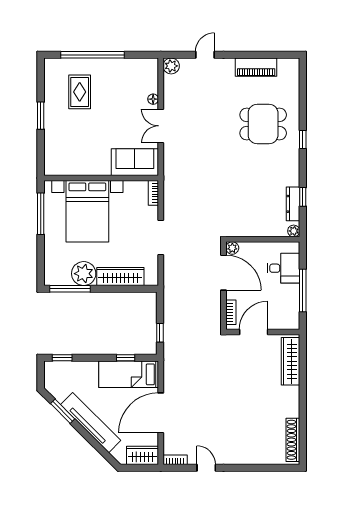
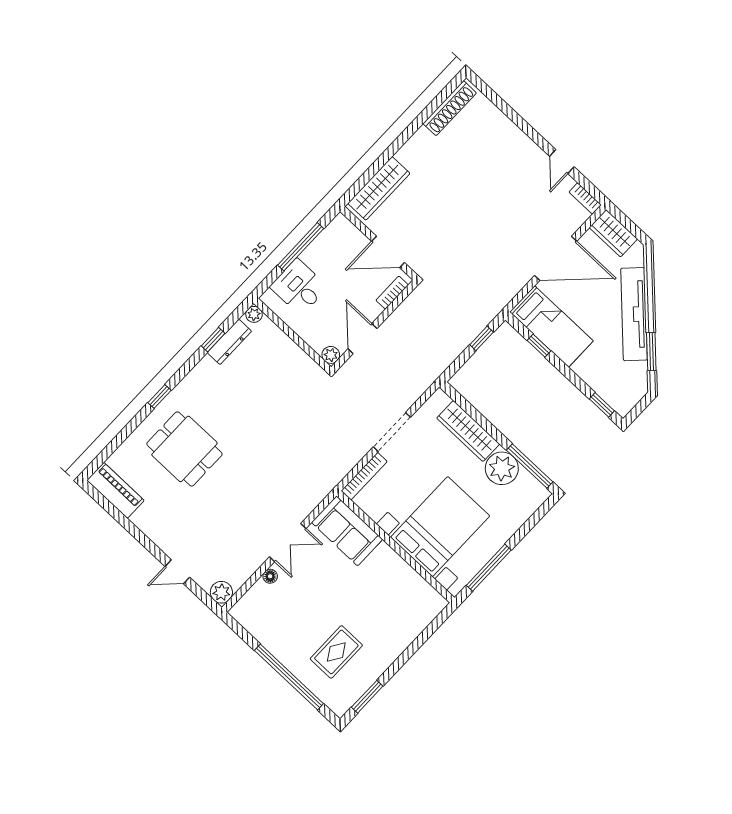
piano: (256, 67) -> (115, 490), moved
window: (41, 116) -> (367, 697), moved
bookcase: (153, 193) -> (364, 476), width x1.56
door: (224, 273) -> (362, 339), width x0.73

